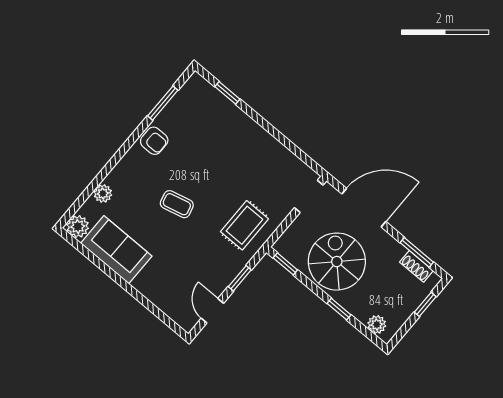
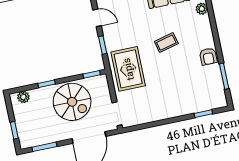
armchair: (154, 141) -> (208, 57), turned -90
rug: (244, 225) -> (128, 69), width x1.36, depth x1.43
shoe rack: (416, 266) -> (37, 141), removed

